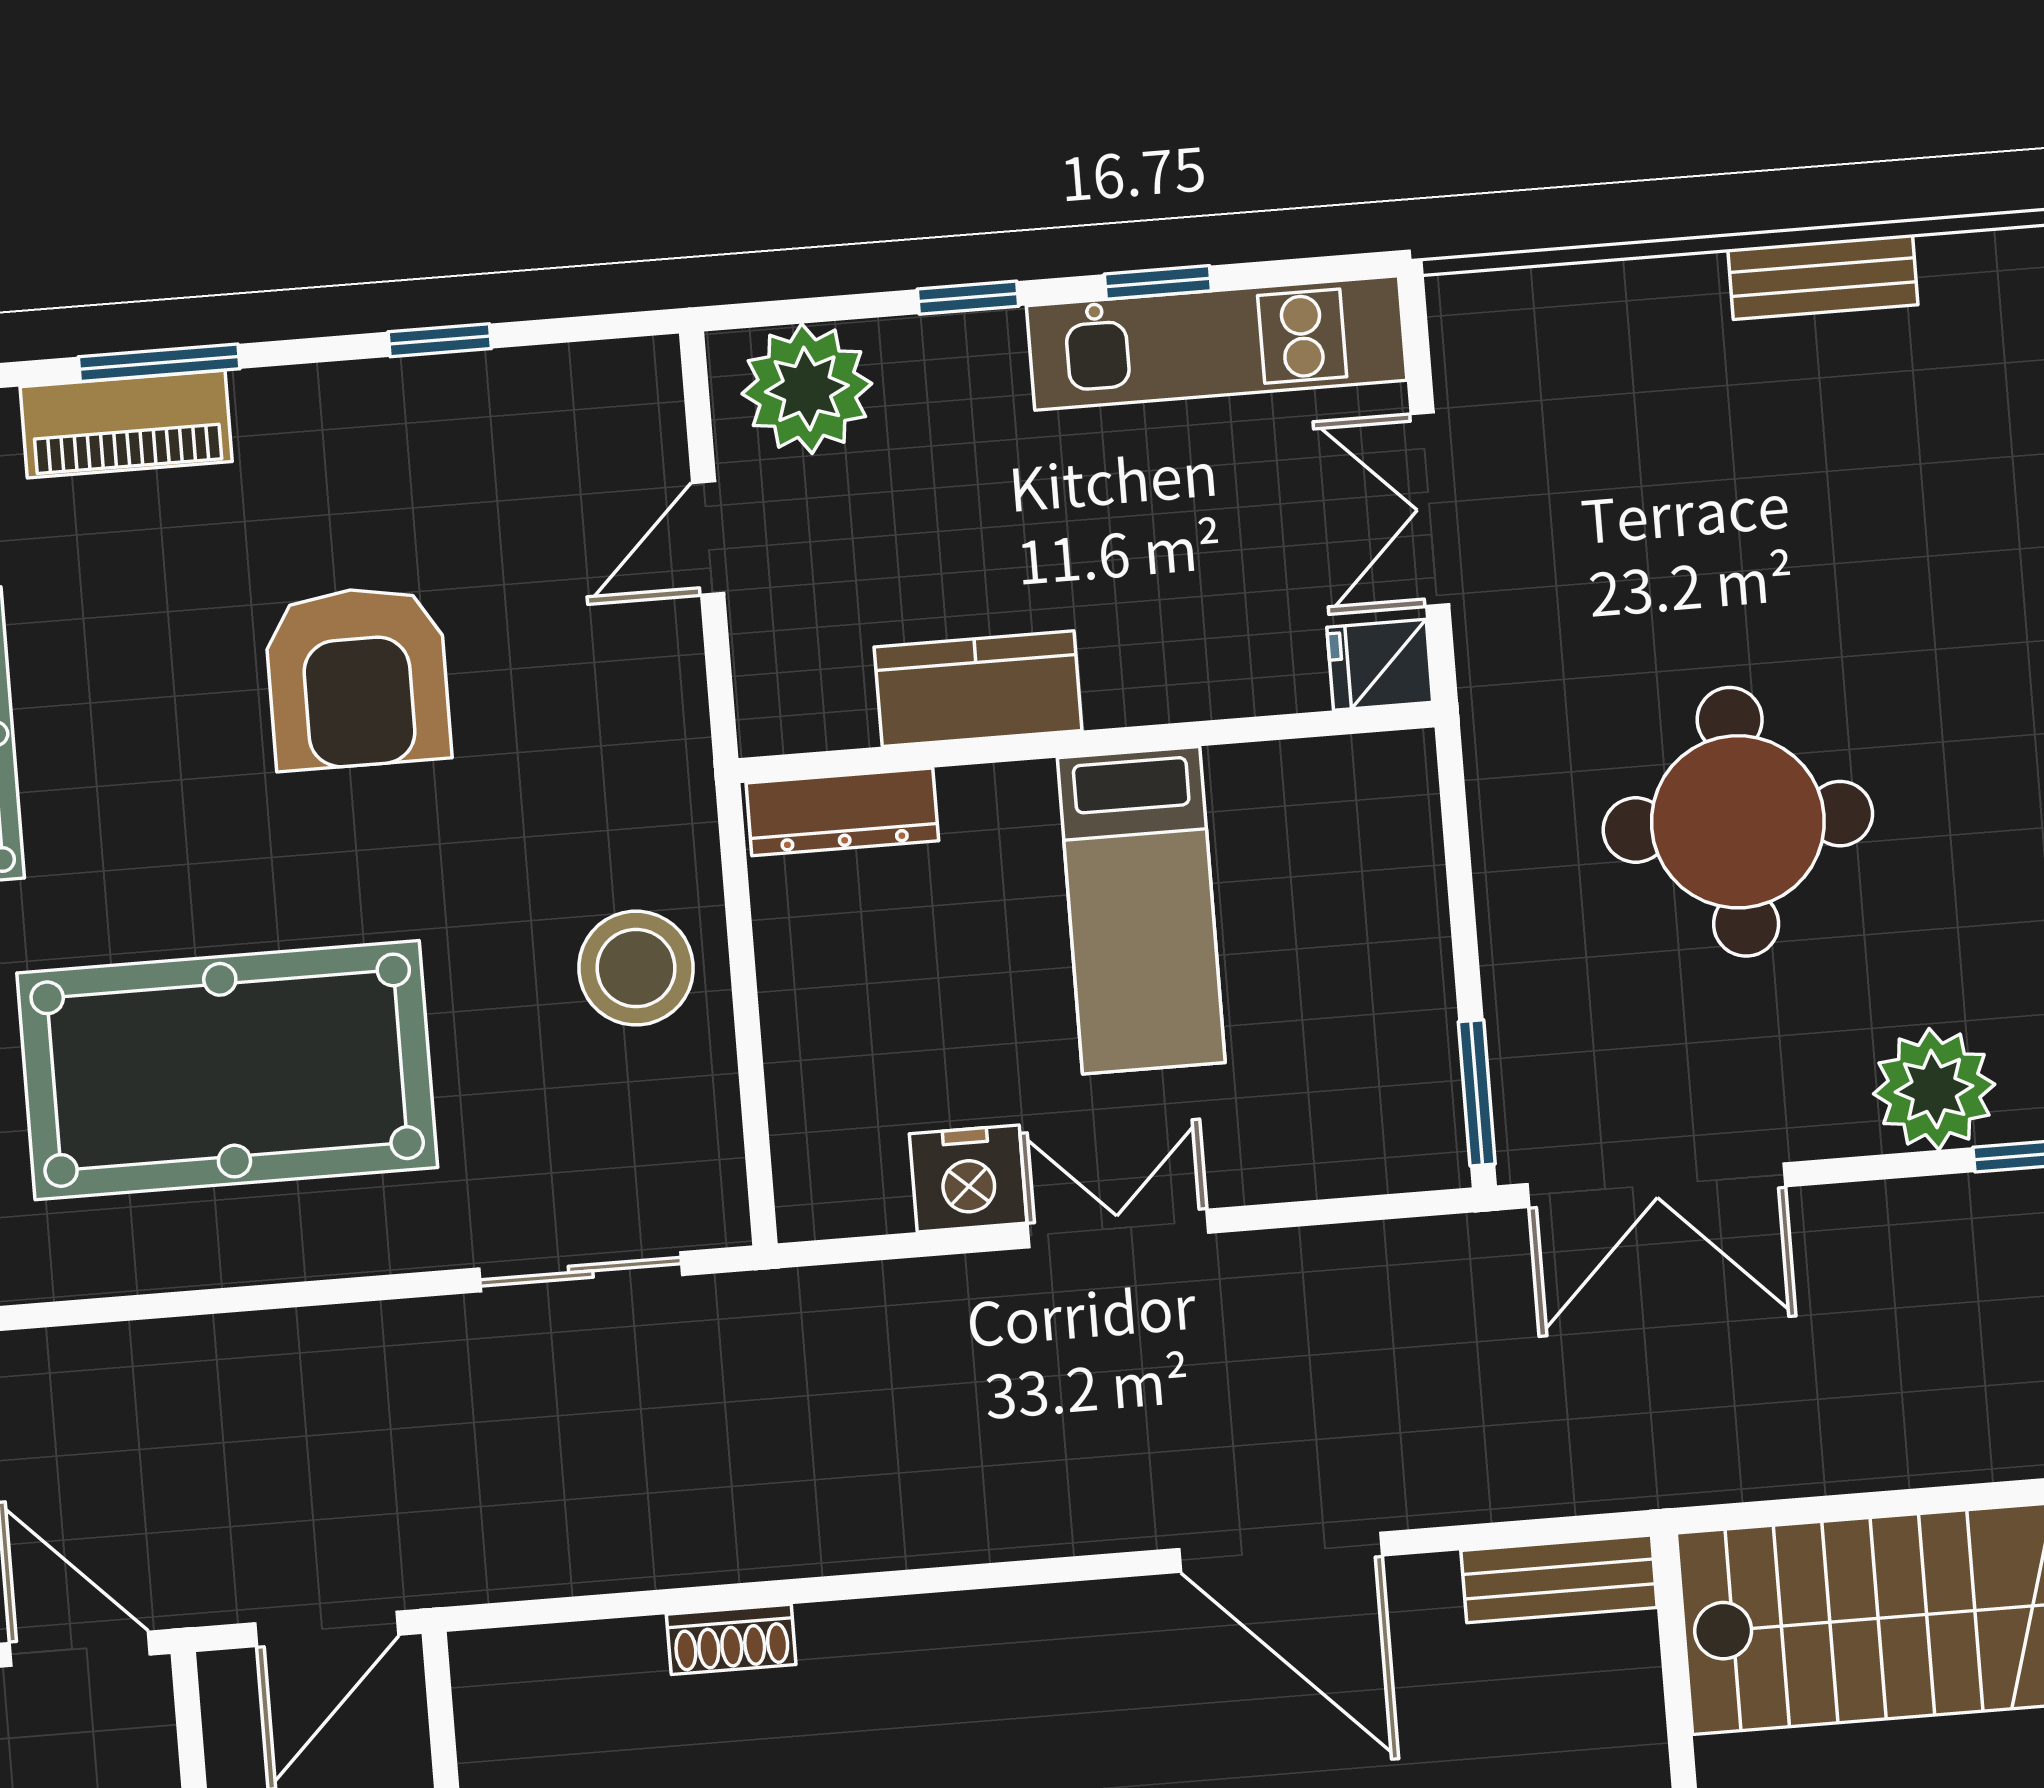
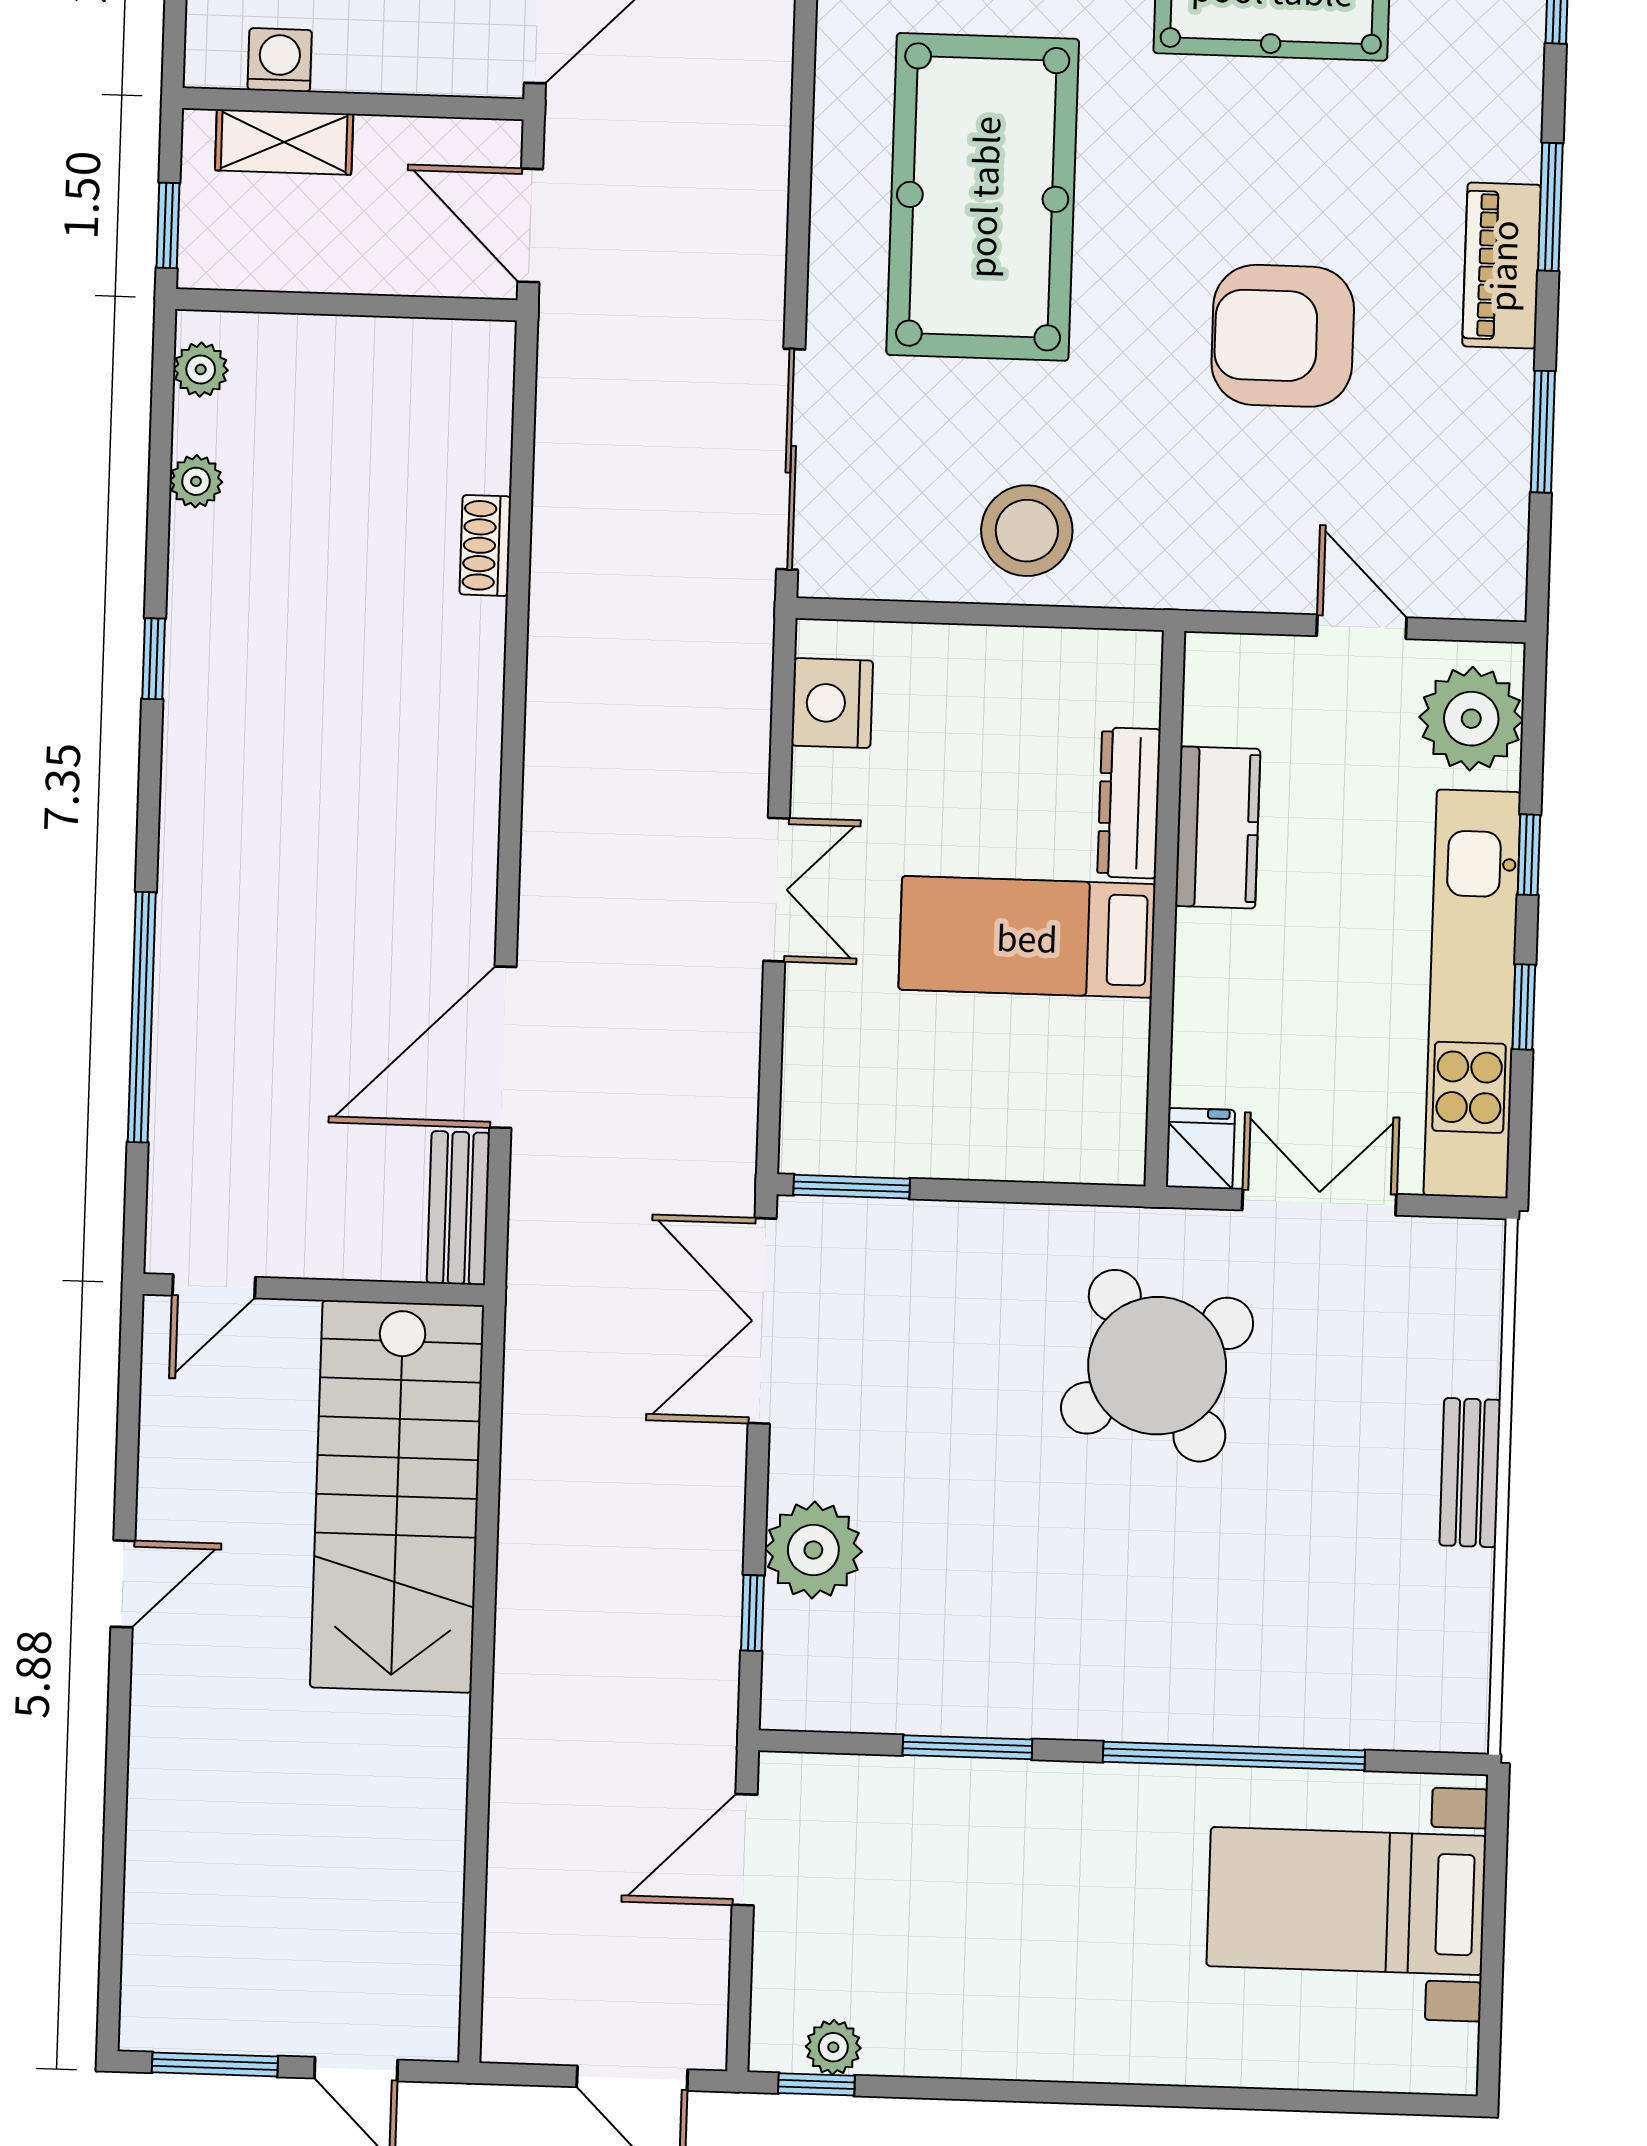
bench: (1823, 277) -> (1470, 1473), moved
window: (440, 340) -> (1543, 432), width x1.50
kitchen unit: (1217, 343) -> (1472, 994), width x1.36
piano: (126, 424) -> (1502, 266), moved
dresser: (842, 812) -> (1129, 803), moved
round table: (1738, 822) -> (1157, 1366), moved, turned -33
nightstand: (968, 1178) -> (832, 703), moved
sliding door: (581, 1272) -> (791, 459), width x1.37
door: (1281, 1552) -> (503, 1047), moved

